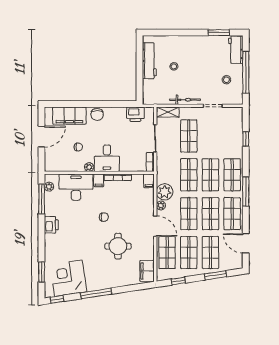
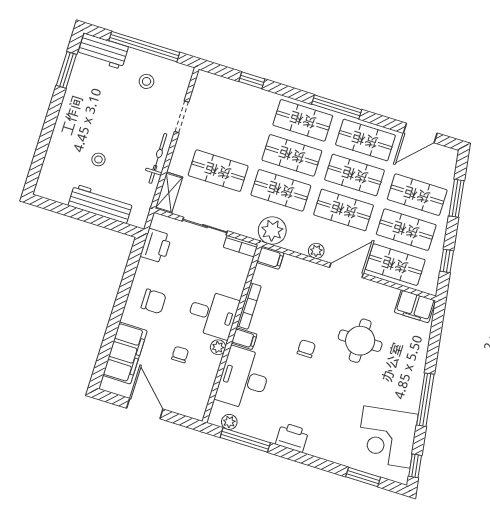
workbench: (149, 61) -> (101, 204), moved
chair: (97, 115) -> (154, 301), moved
plant: (165, 192) -> (272, 231), moved

